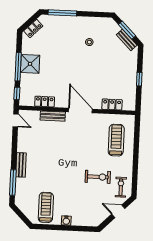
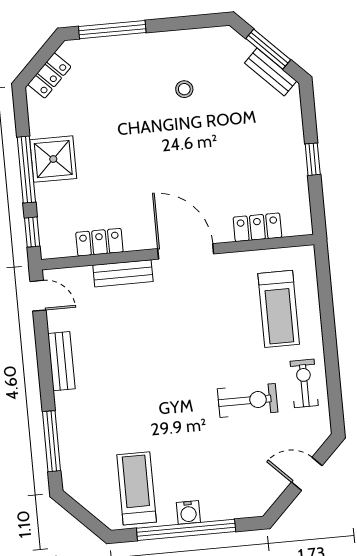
treadmill: (116, 140) -> (279, 309), turned 180
bench: (21, 165) -> (61, 361), moved
exercise bike: (121, 187) -> (304, 383), moved
window: (64, 228) -> (186, 530), added

